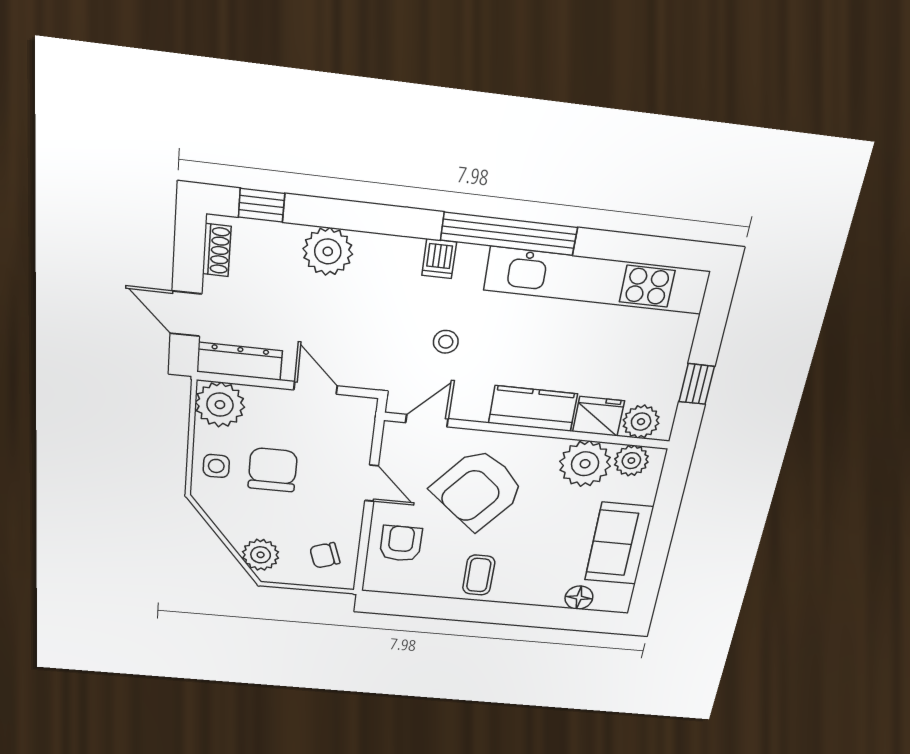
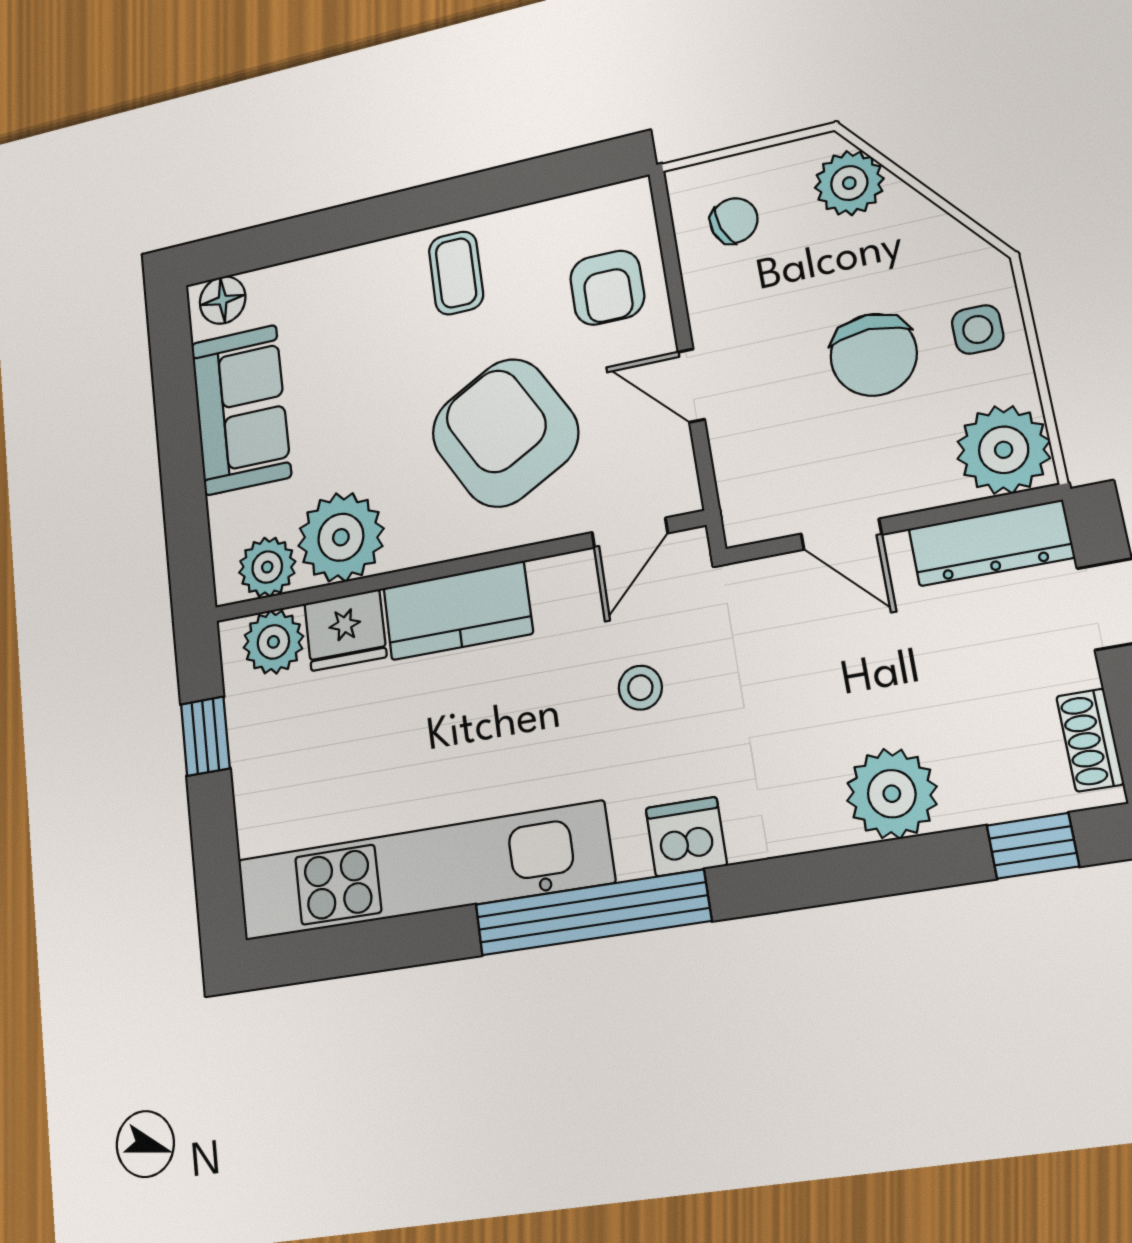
dishwasher: (439, 259) -> (686, 837), width x1.38
armchair: (478, 489) -> (505, 433), turned -69
floor lamp: (579, 598) -> (223, 300), moved

